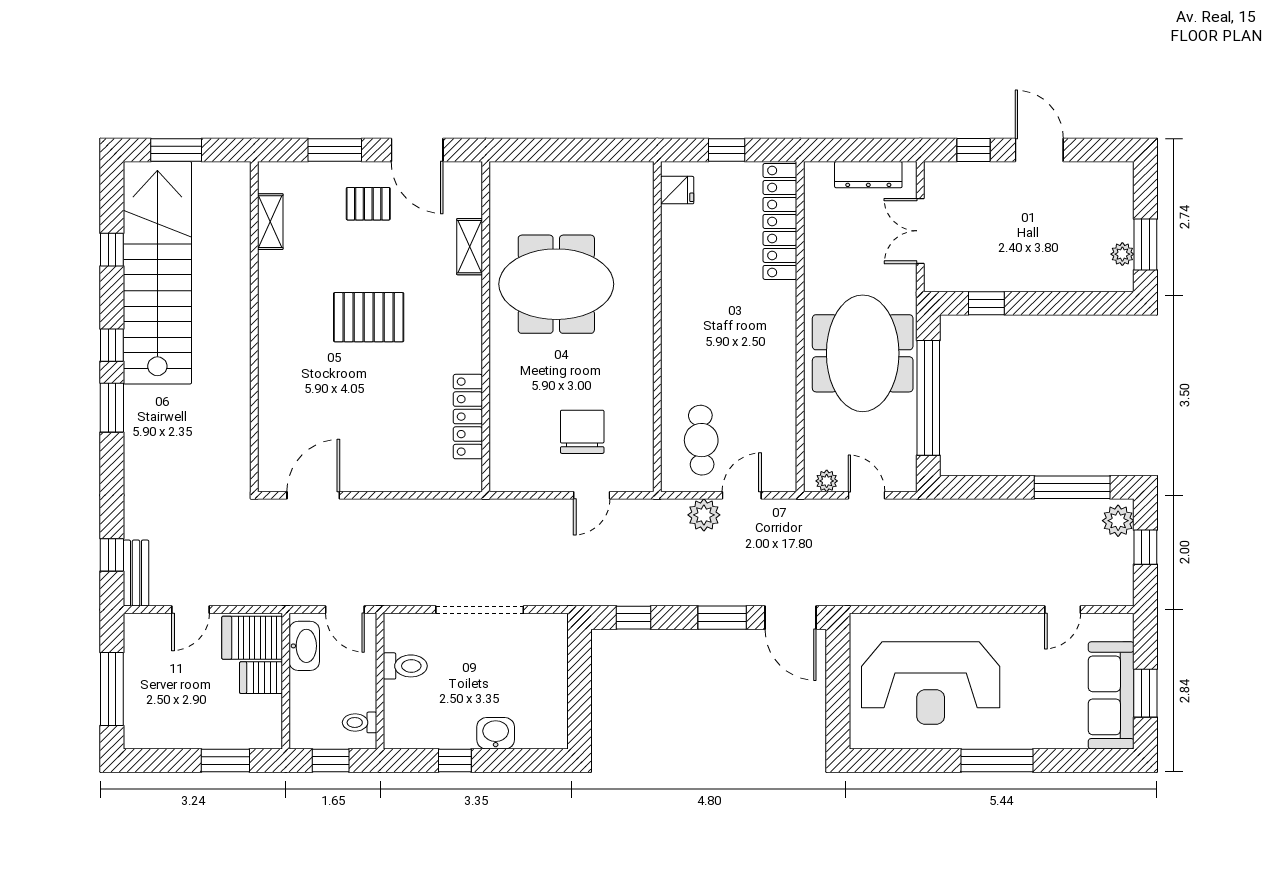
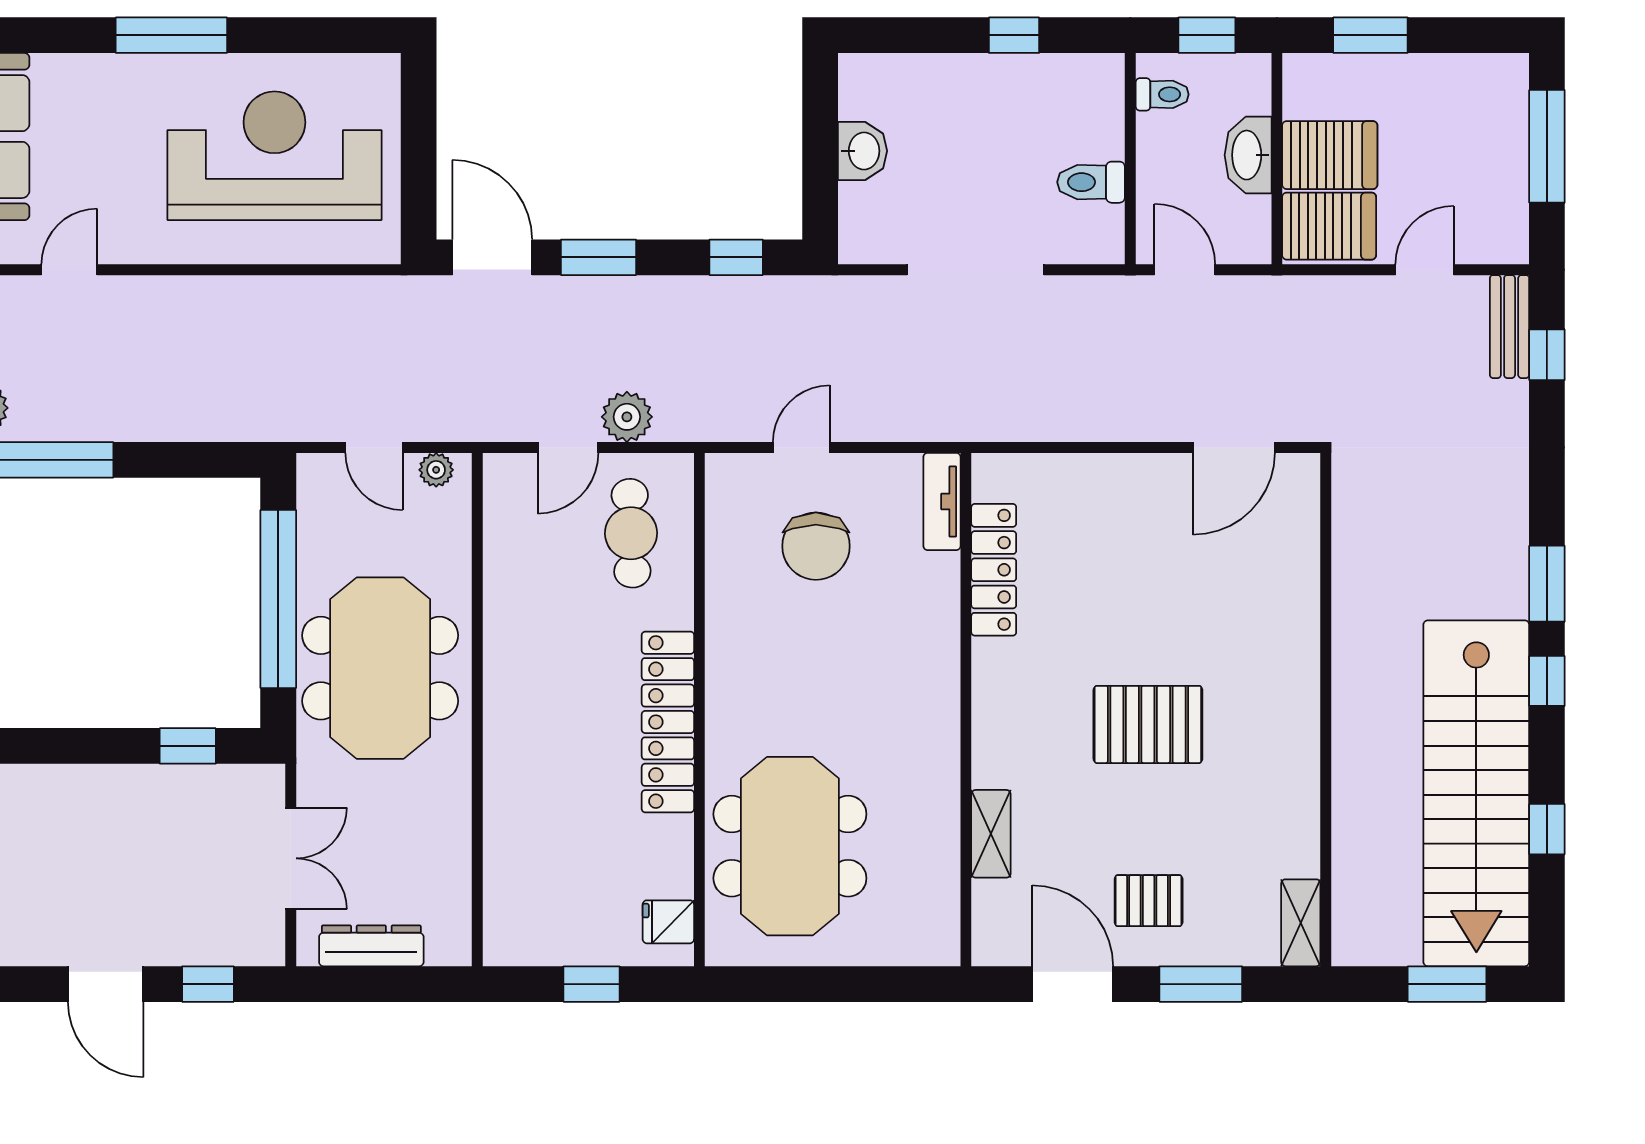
locker: (780, 221) -> (668, 722), moved, turned 180
shelving: (270, 222) -> (1301, 923), moved
meeting table: (556, 284) -> (790, 846), moved, turned 90
tv unit: (501, 461) -> (942, 501), added
washbasin: (304, 646) -> (1248, 155), moved
server rack: (261, 678) -> (1330, 155), width x1.36, depth x1.44
washbasin: (496, 733) -> (863, 151), moved, turned -90

